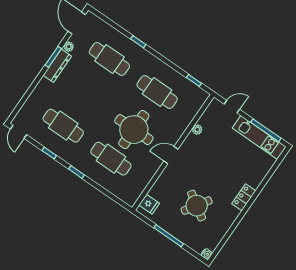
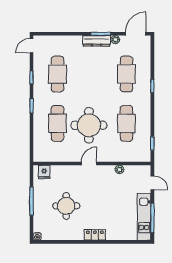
door: (171, 155) -> (89, 164), hinge flipped
round table: (197, 206) -> (66, 206), turned -33

